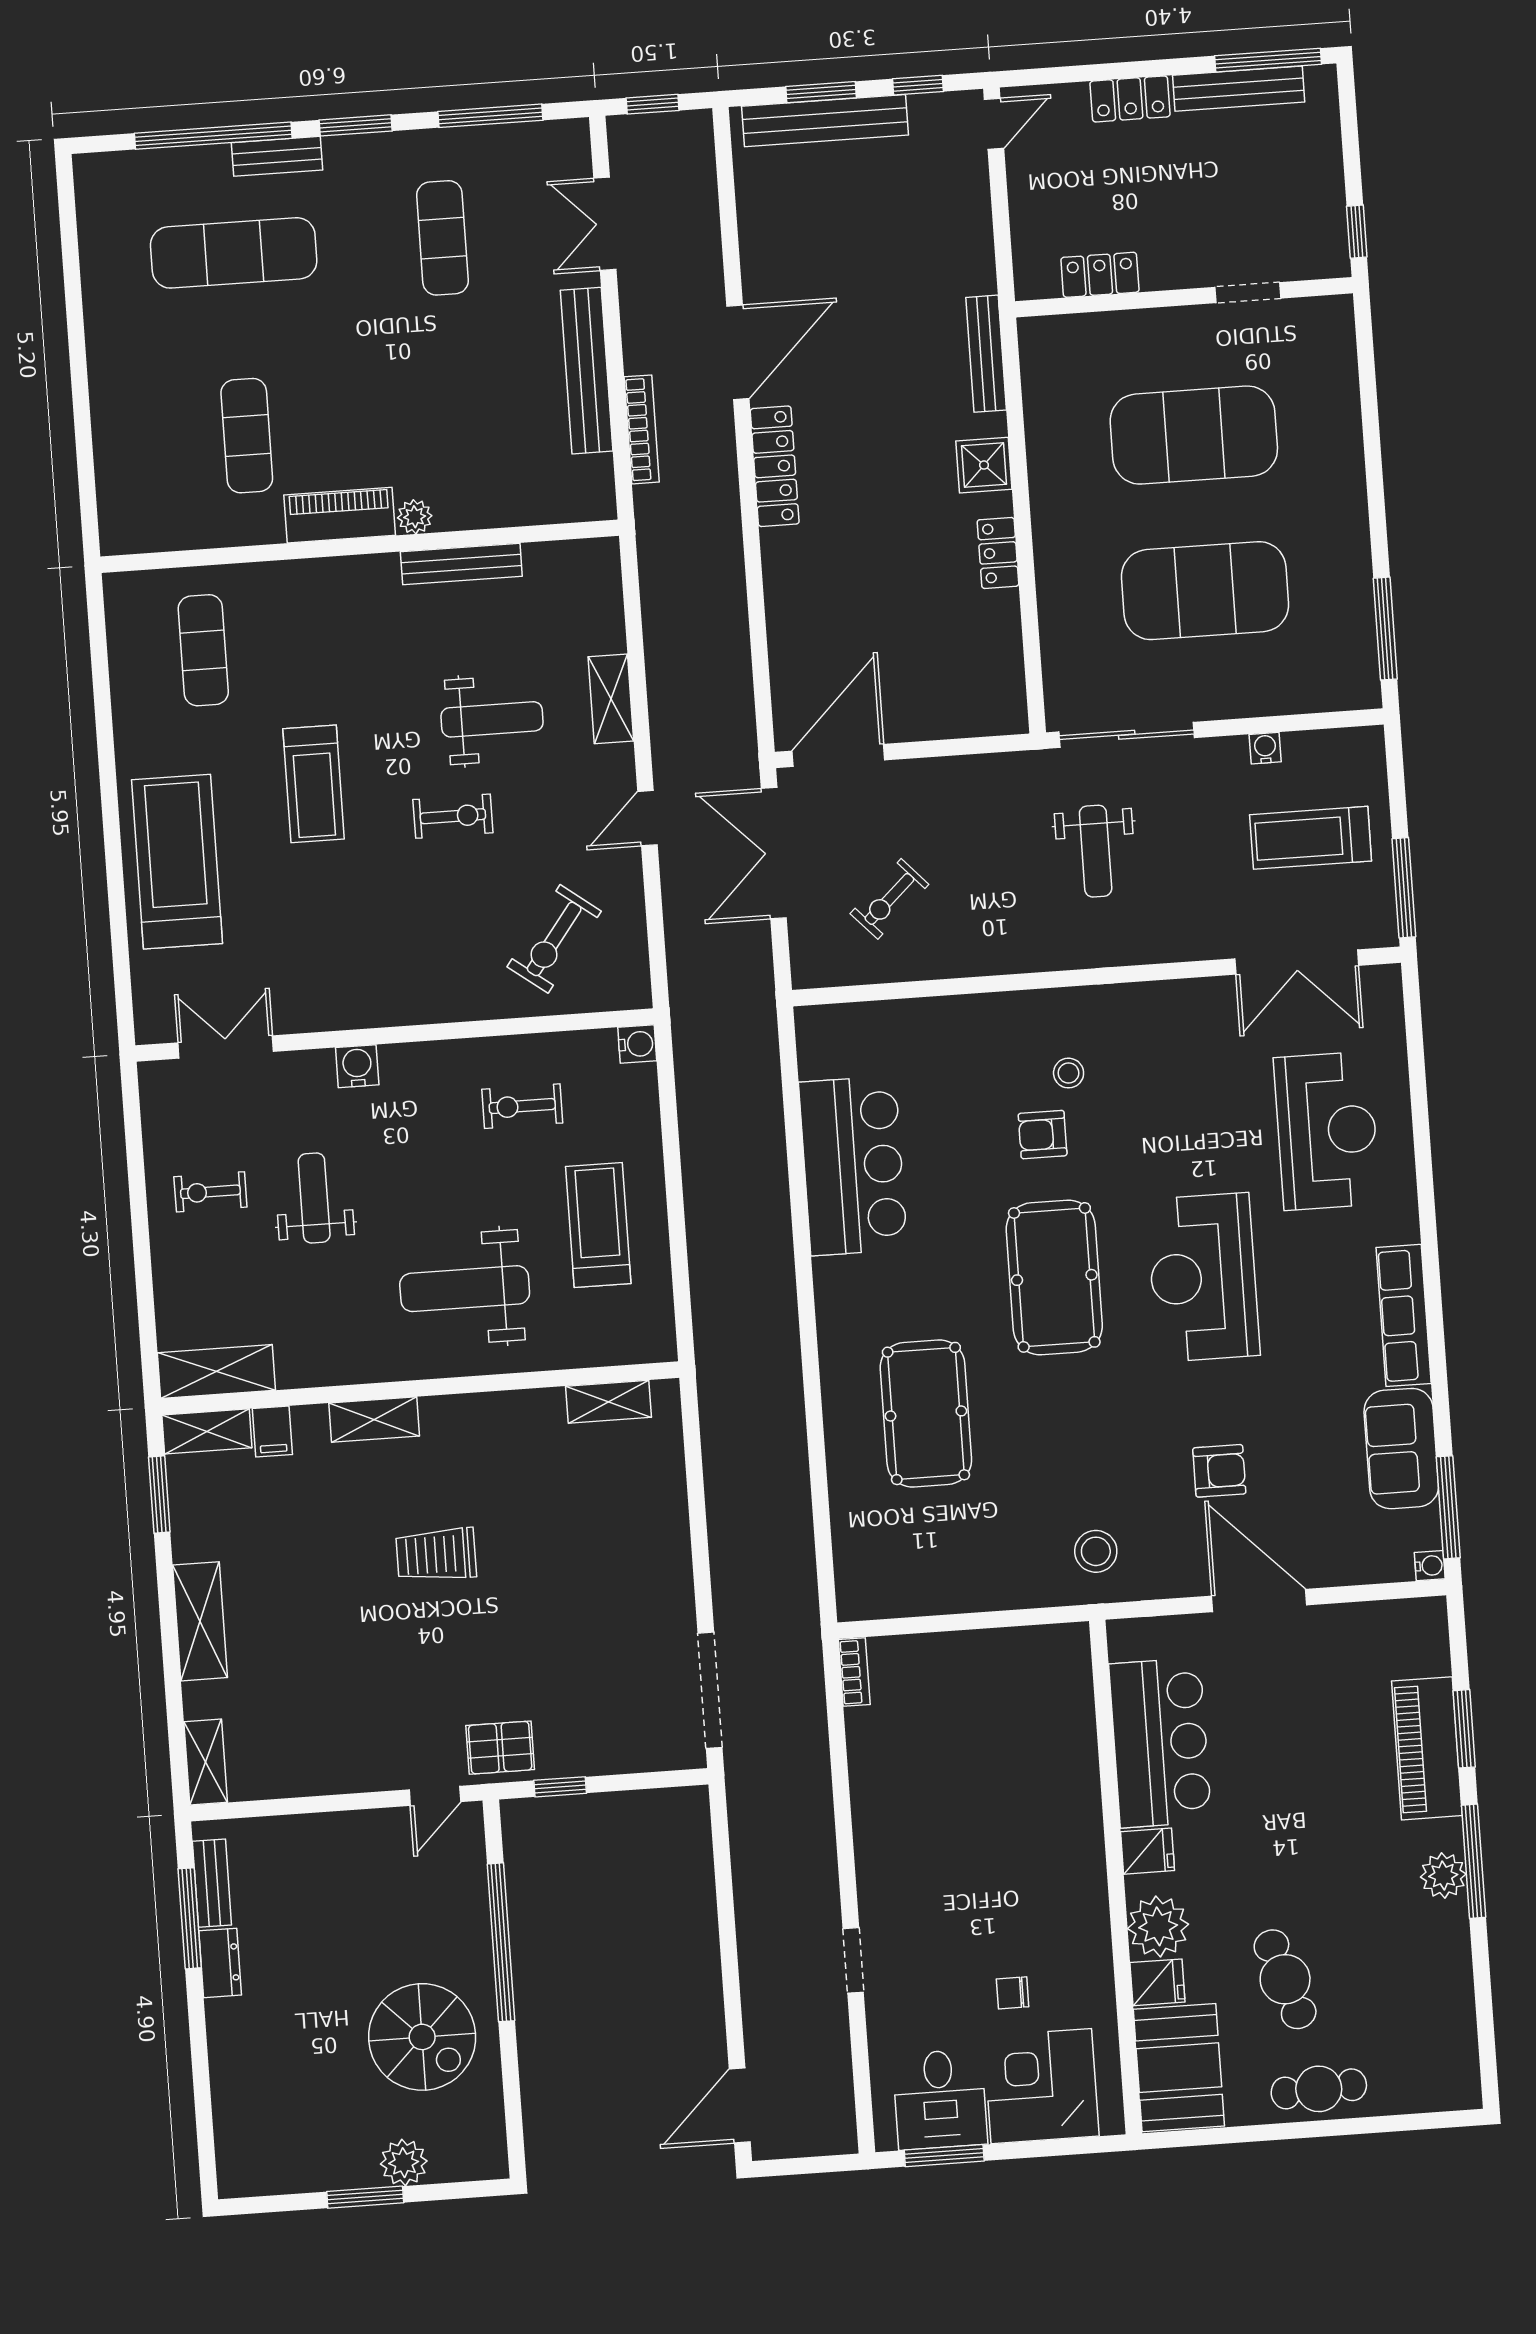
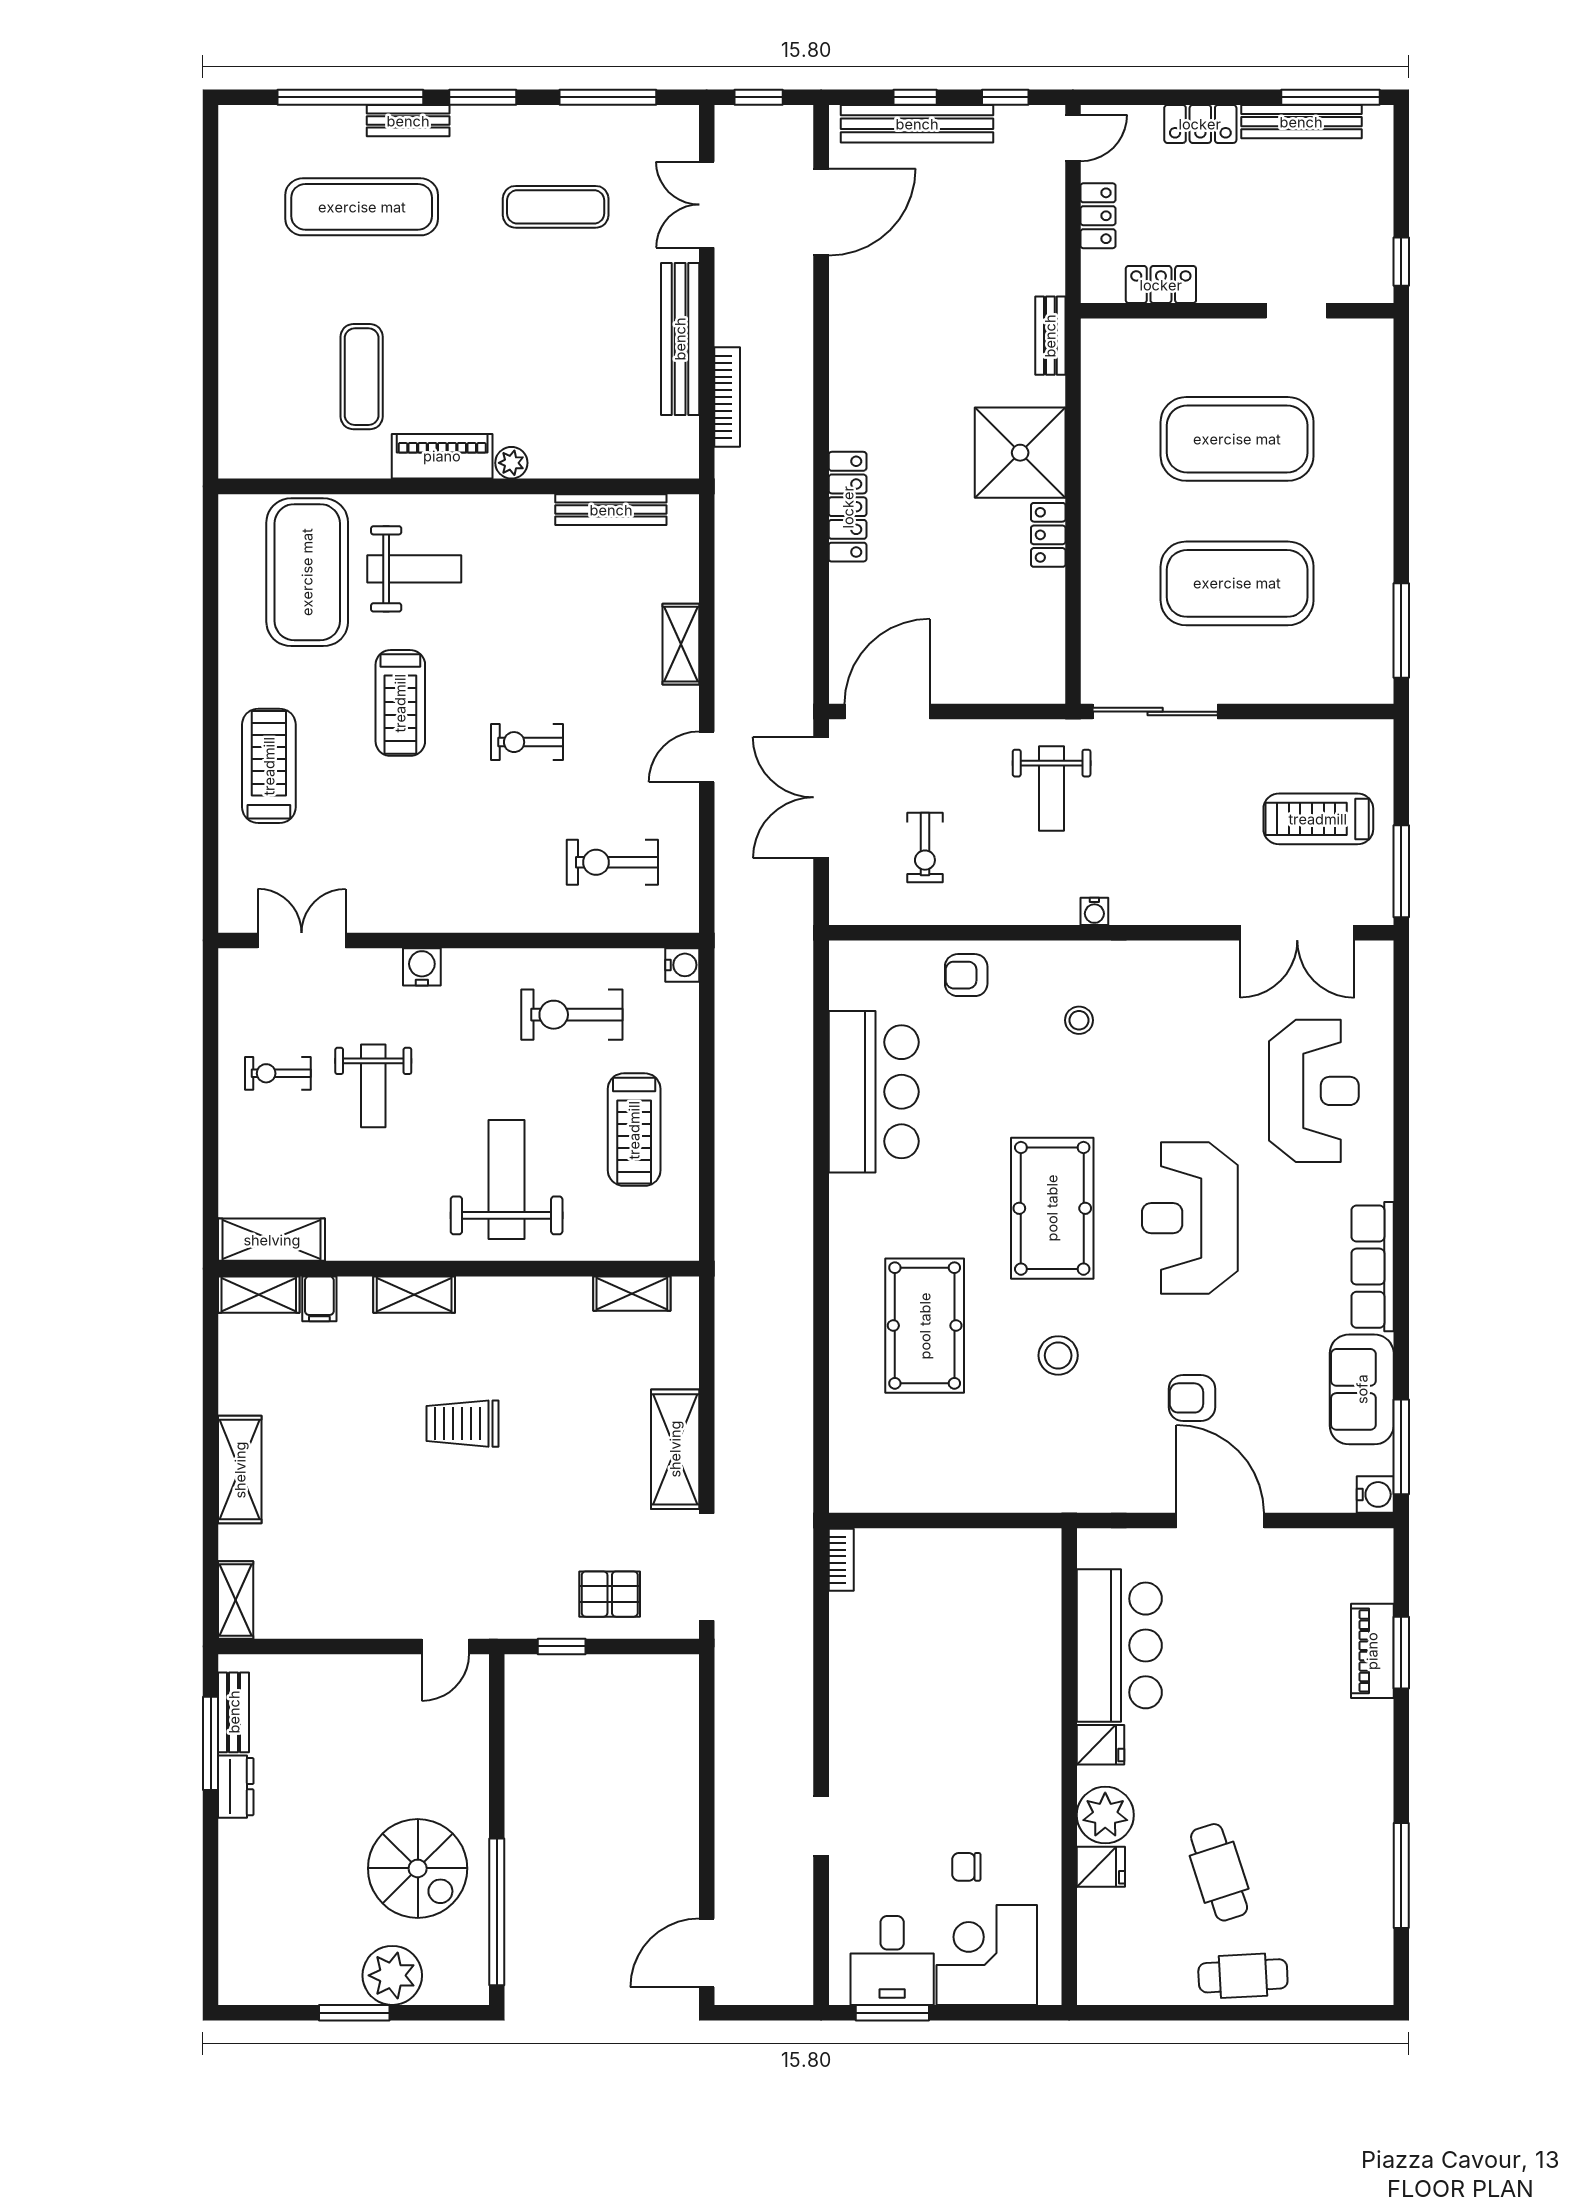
window: (821, 92) -> (915, 97), width x0.67
locker: (1027, 206) -> (1098, 216), added
exercise mat: (442, 238) -> (556, 207), turned 90
door: (738, 352) -> (821, 212), moved
bench: (986, 354) -> (1050, 336), width x0.73
shower: (984, 465) -> (1020, 453), width x1.86, depth x1.86
locker: (775, 466) -> (848, 507), moved
bench: (461, 564) -> (611, 510), moved
exercise mat: (203, 650) -> (307, 572), width x2.00, depth x1.45
weight bench: (492, 719) -> (414, 569), moved
water cooler: (1265, 748) -> (1094, 911), moved, turned 180
exercise bike: (453, 816) -> (527, 742), turned 180
weight bench: (1096, 851) -> (1052, 789), moved
treadmill: (177, 862) -> (269, 766), width x0.73, depth x0.73
exercise bike: (889, 899) -> (925, 848), turned -47
exercise bike: (554, 939) -> (612, 862), turned 53
exercise bike: (522, 1106) -> (572, 1015), width x1.38, depth x1.39
armchair: (1043, 1135) -> (966, 975), moved
weight bench: (314, 1198) -> (373, 1086), turned 180
treadmill: (598, 1225) -> (634, 1130), turned 180
weight bench: (465, 1289) -> (507, 1180), turned 90
armchair: (1219, 1471) -> (1192, 1398), turned 180
window: (159, 1495) -> (211, 1350), removed
stool: (1096, 1551) -> (1058, 1355), moved
shelving: (667, 1566) -> (675, 1449), added
water cooler: (1430, 1566) -> (1375, 1494), width x1.38, depth x1.38
pallet: (500, 1748) -> (610, 1594), moved
piano: (1427, 1748) -> (1372, 1651), width x0.73, depth x0.75
window: (1474, 1861) -> (1401, 1875), moved
plant: (1443, 1875) -> (1372, 1787), removed
window: (501, 1942) -> (497, 1912), moved
booth: (1179, 2068) -> (1115, 1947), removed
plant: (404, 2163) -> (392, 1975), width x1.36, depth x1.36

